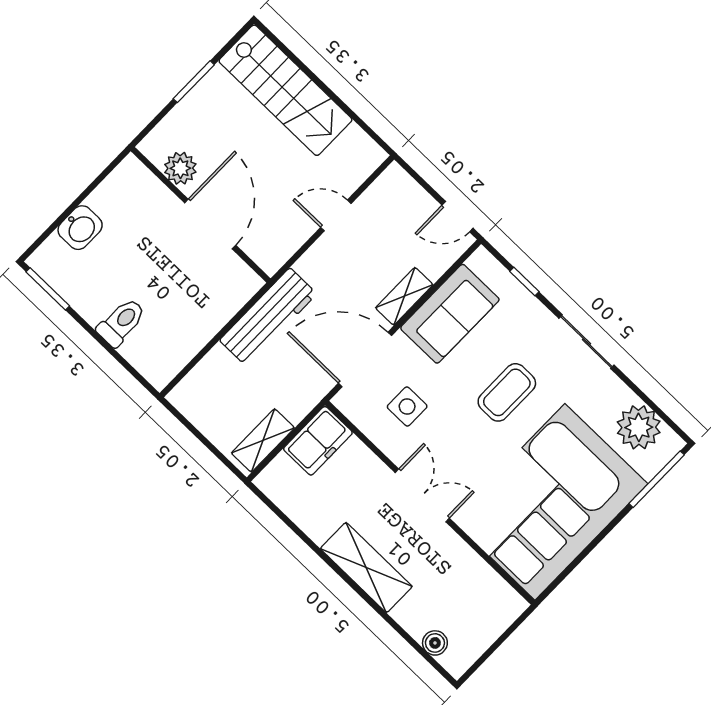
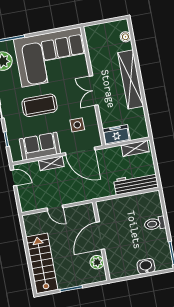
workbench: (268, 317) -> (136, 183), moved
coffee table: (507, 392) -> (40, 105), width x1.36, depth x1.32
shelving: (366, 568) -> (131, 79), width x1.47

